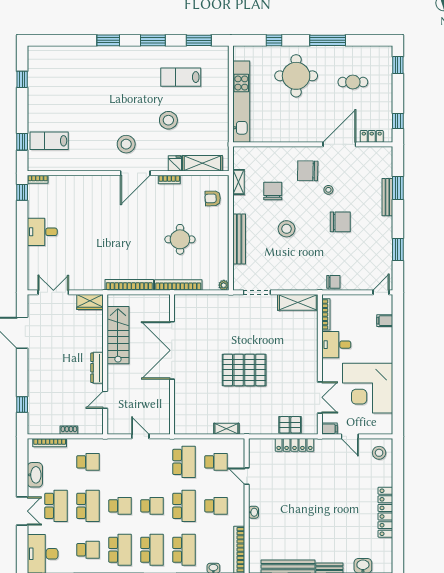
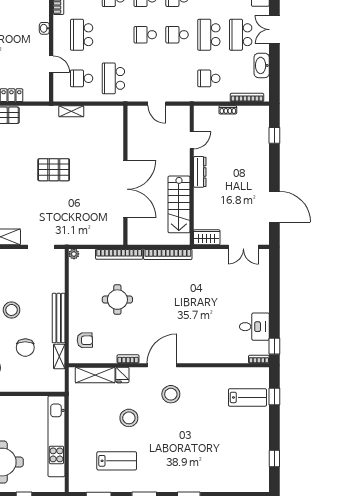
desk: (42, 232) -> (254, 327), moved
bench: (239, 239) -> (59, 318), moved
pallet: (244, 370) -> (54, 170), width x0.73, depth x0.71
school desk: (184, 506) -> (113, 35), removed
school desk: (216, 506) -> (82, 35), width x1.85

